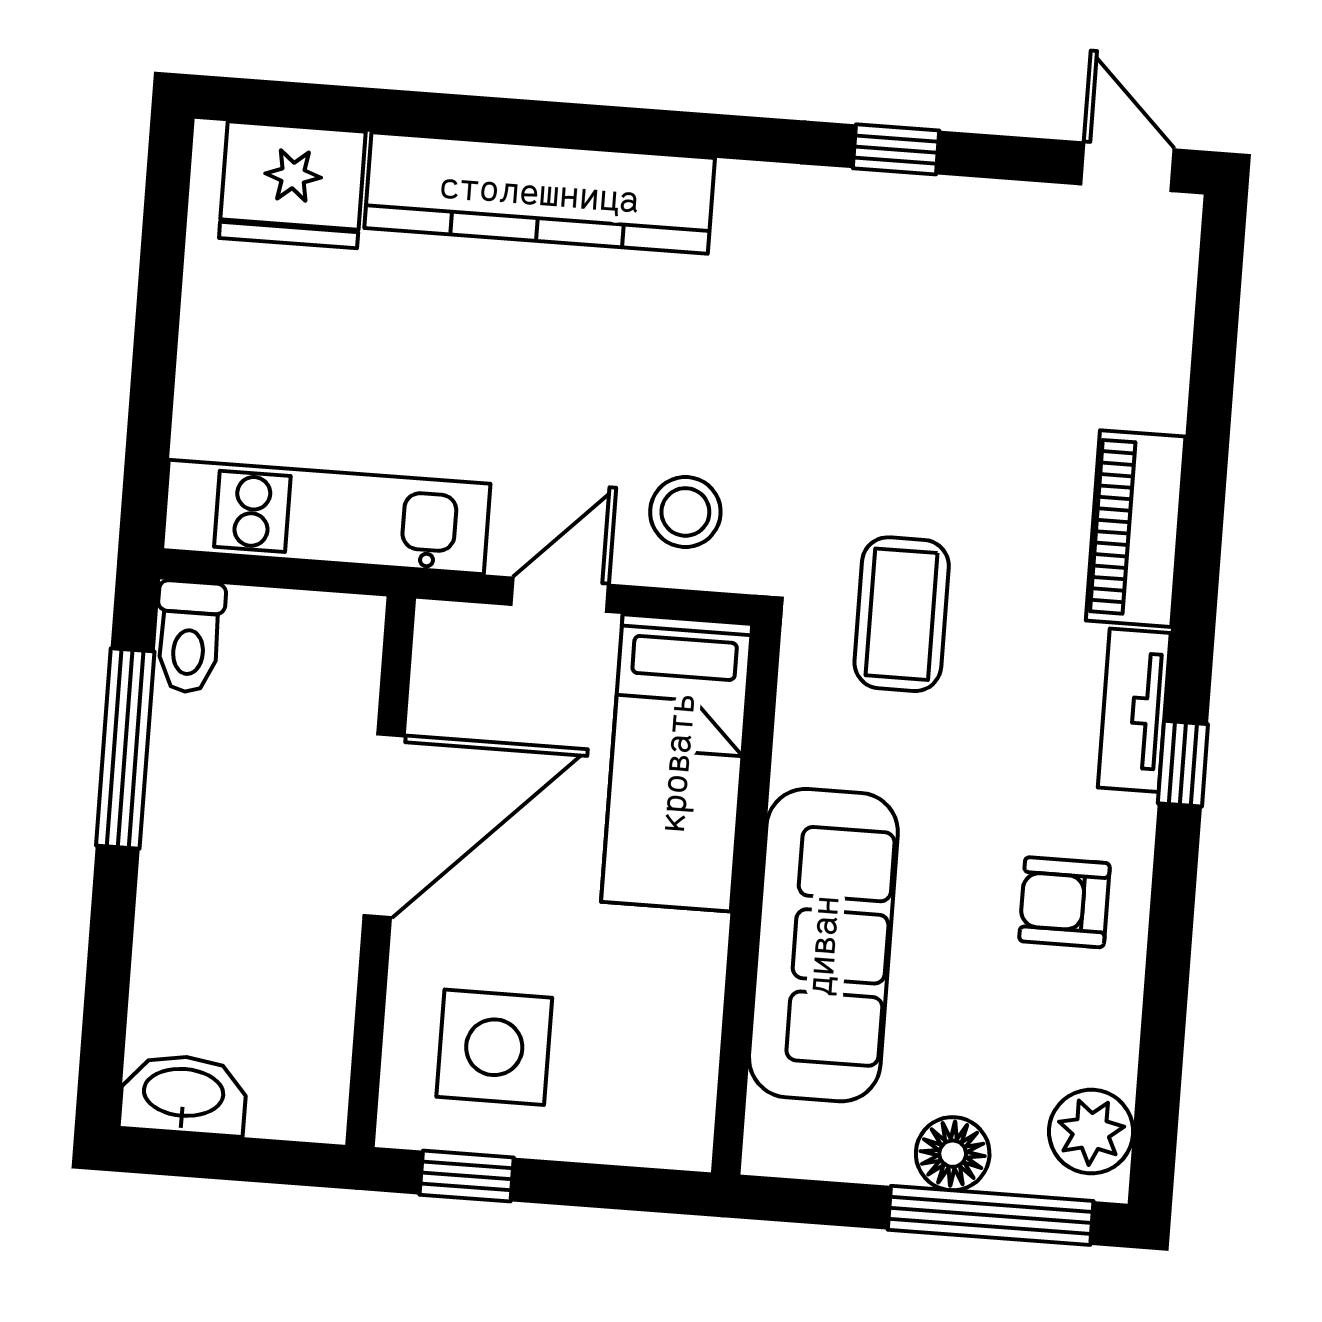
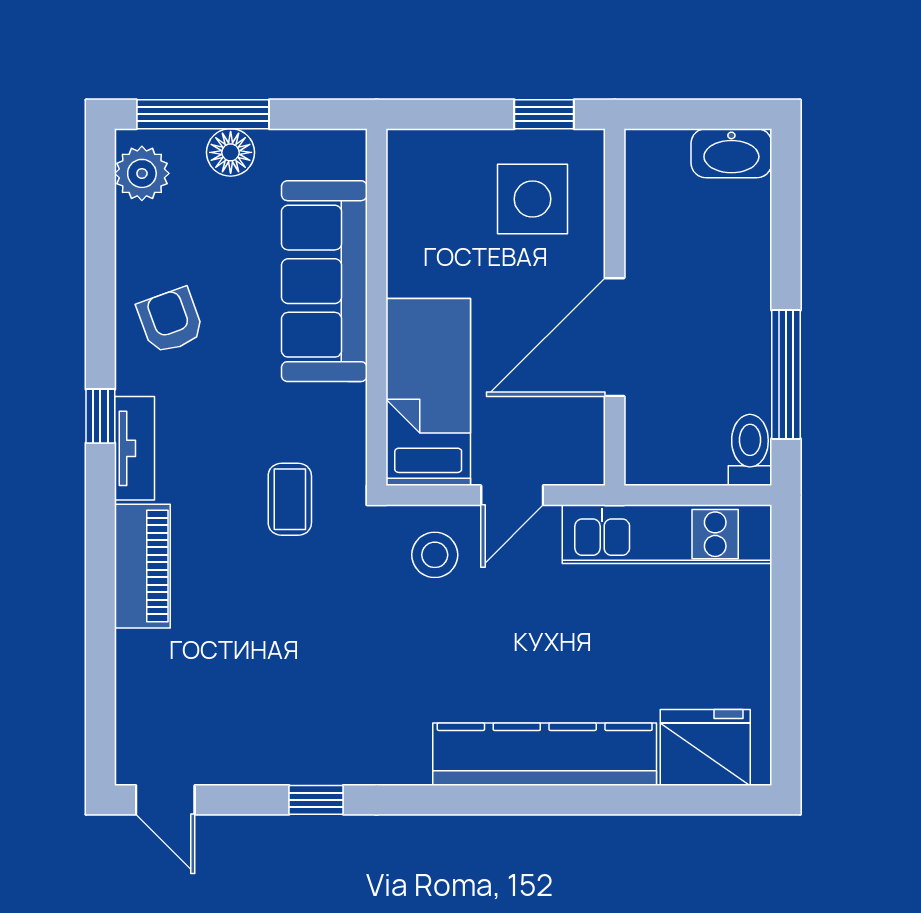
coffee table: (902, 614) -> (290, 499), width x0.73, depth x0.77
armchair: (1064, 902) -> (170, 321), turned -110

